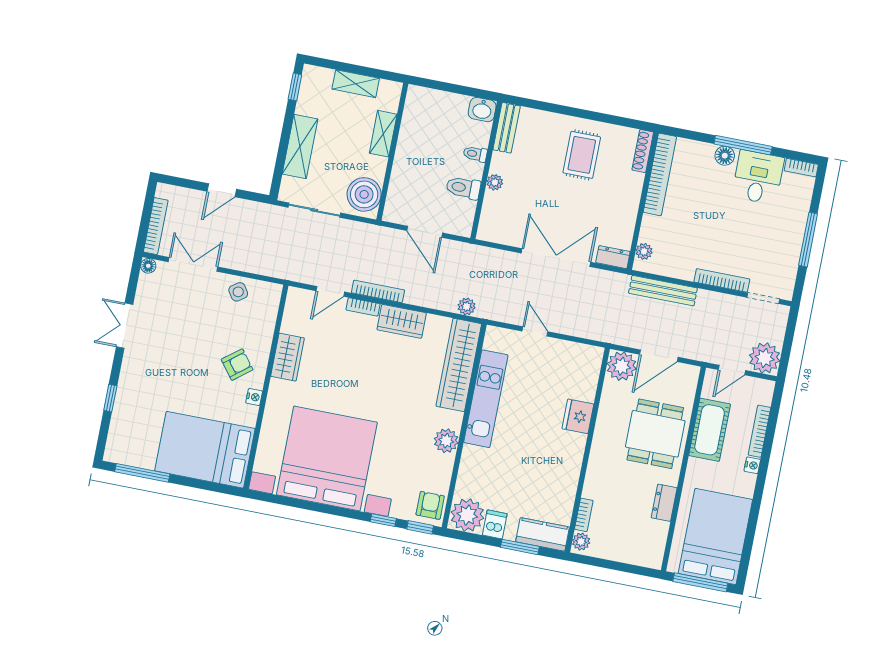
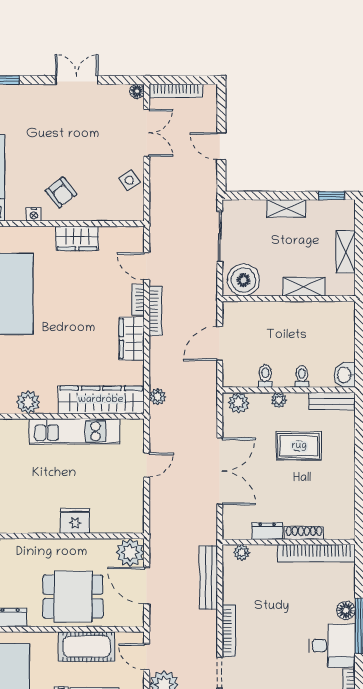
shelving: (300, 146) -> (286, 208), width x0.67, depth x0.75
shoe rack: (643, 151) -> (304, 533), moved
rug: (582, 155) -> (299, 446), moved
toilet: (463, 188) -> (265, 376), width x0.73, depth x0.72
plant: (489, 224) -> (238, 403), added
dresser: (613, 257) -> (267, 531), moved, turned -90

